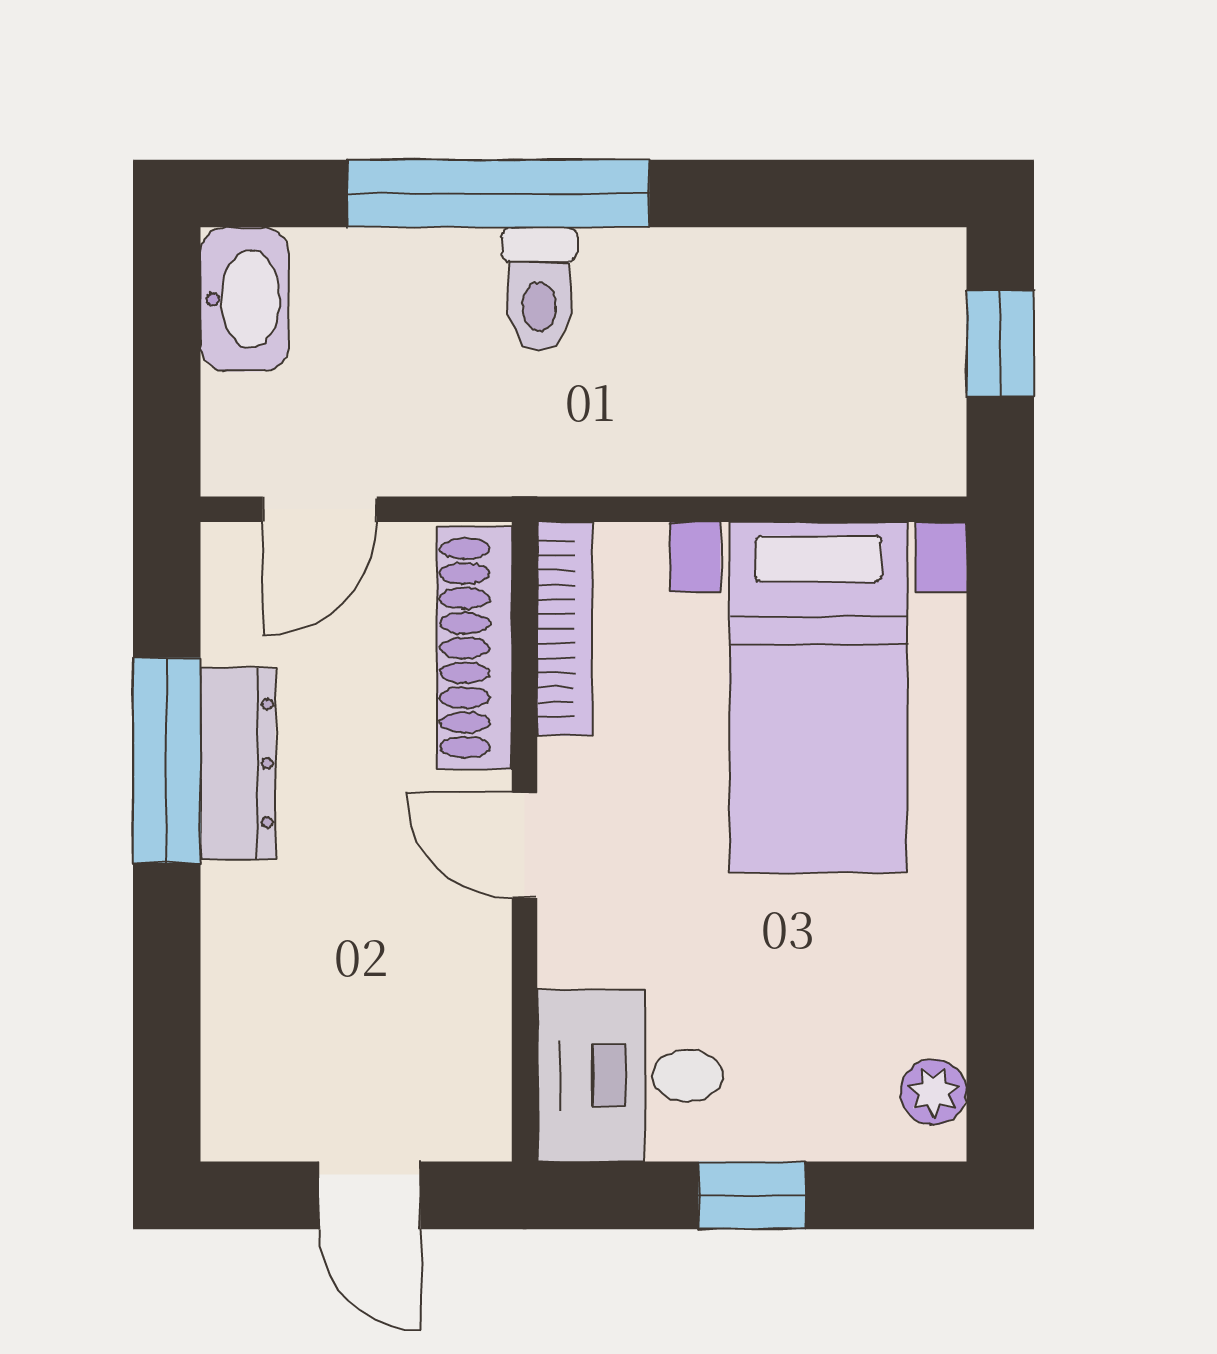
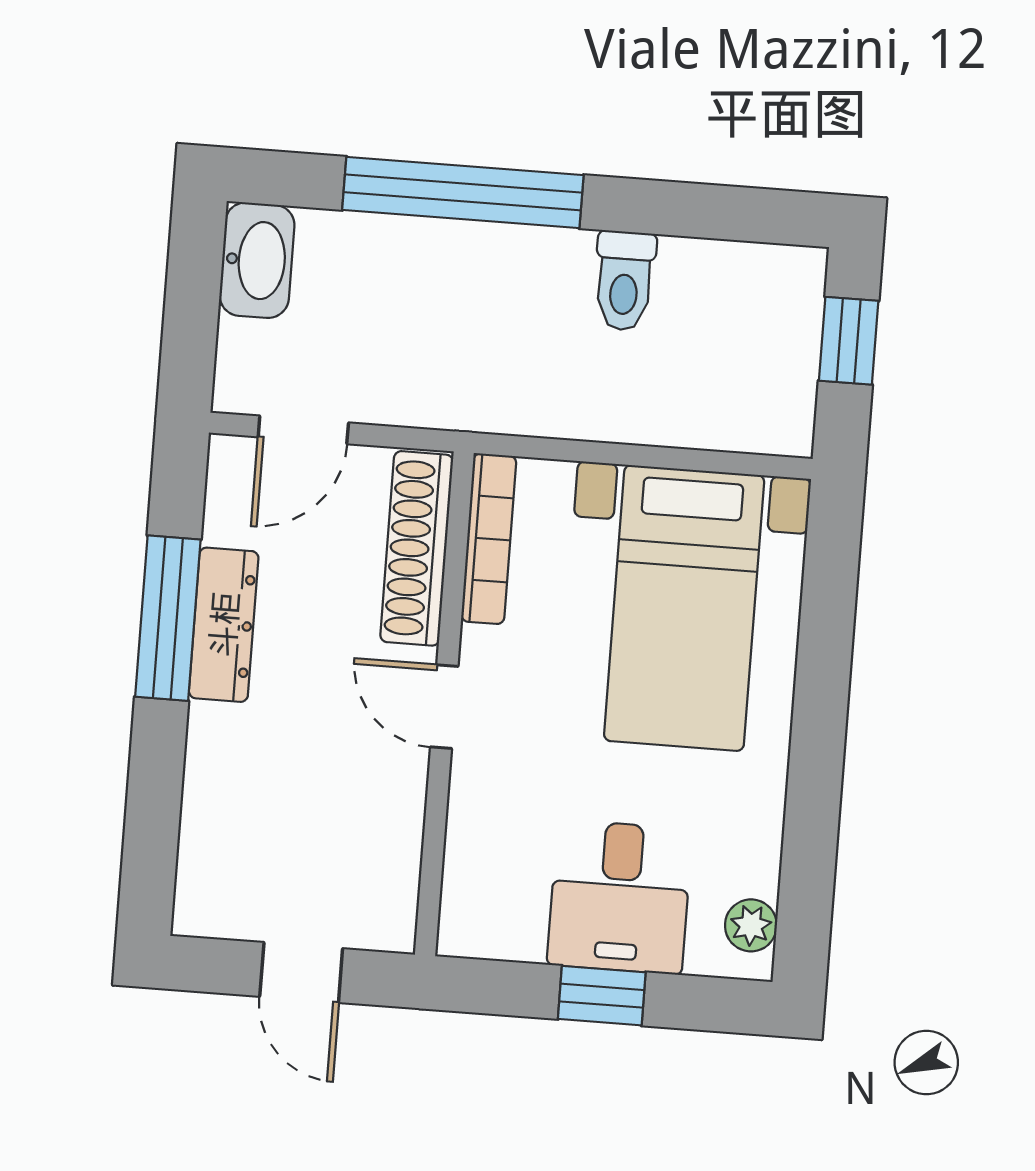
toilet: (539, 289) -> (624, 281), moved
desk: (630, 1076) -> (620, 897), moved, turned -90

